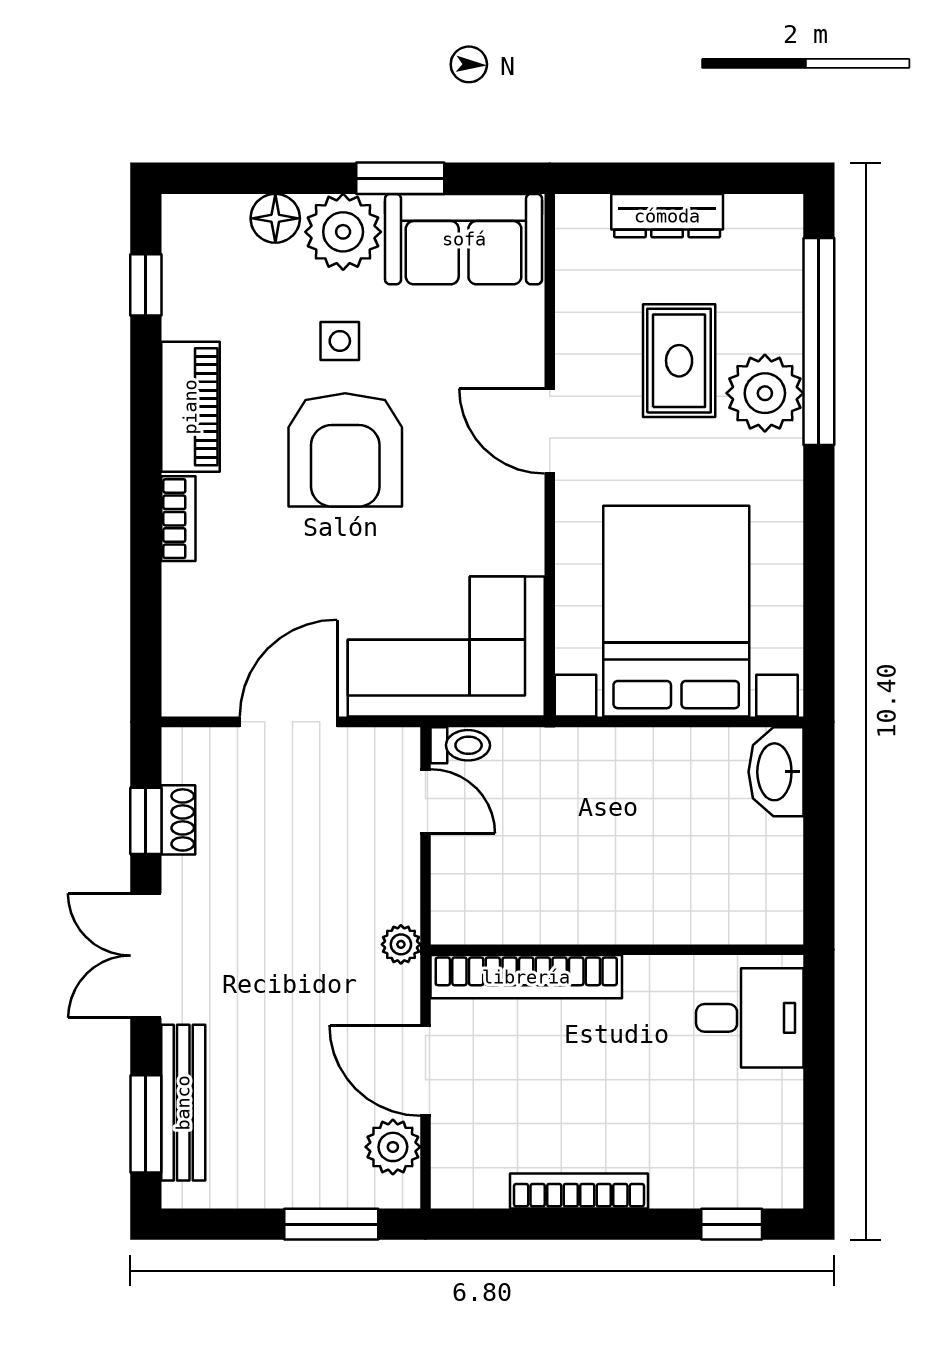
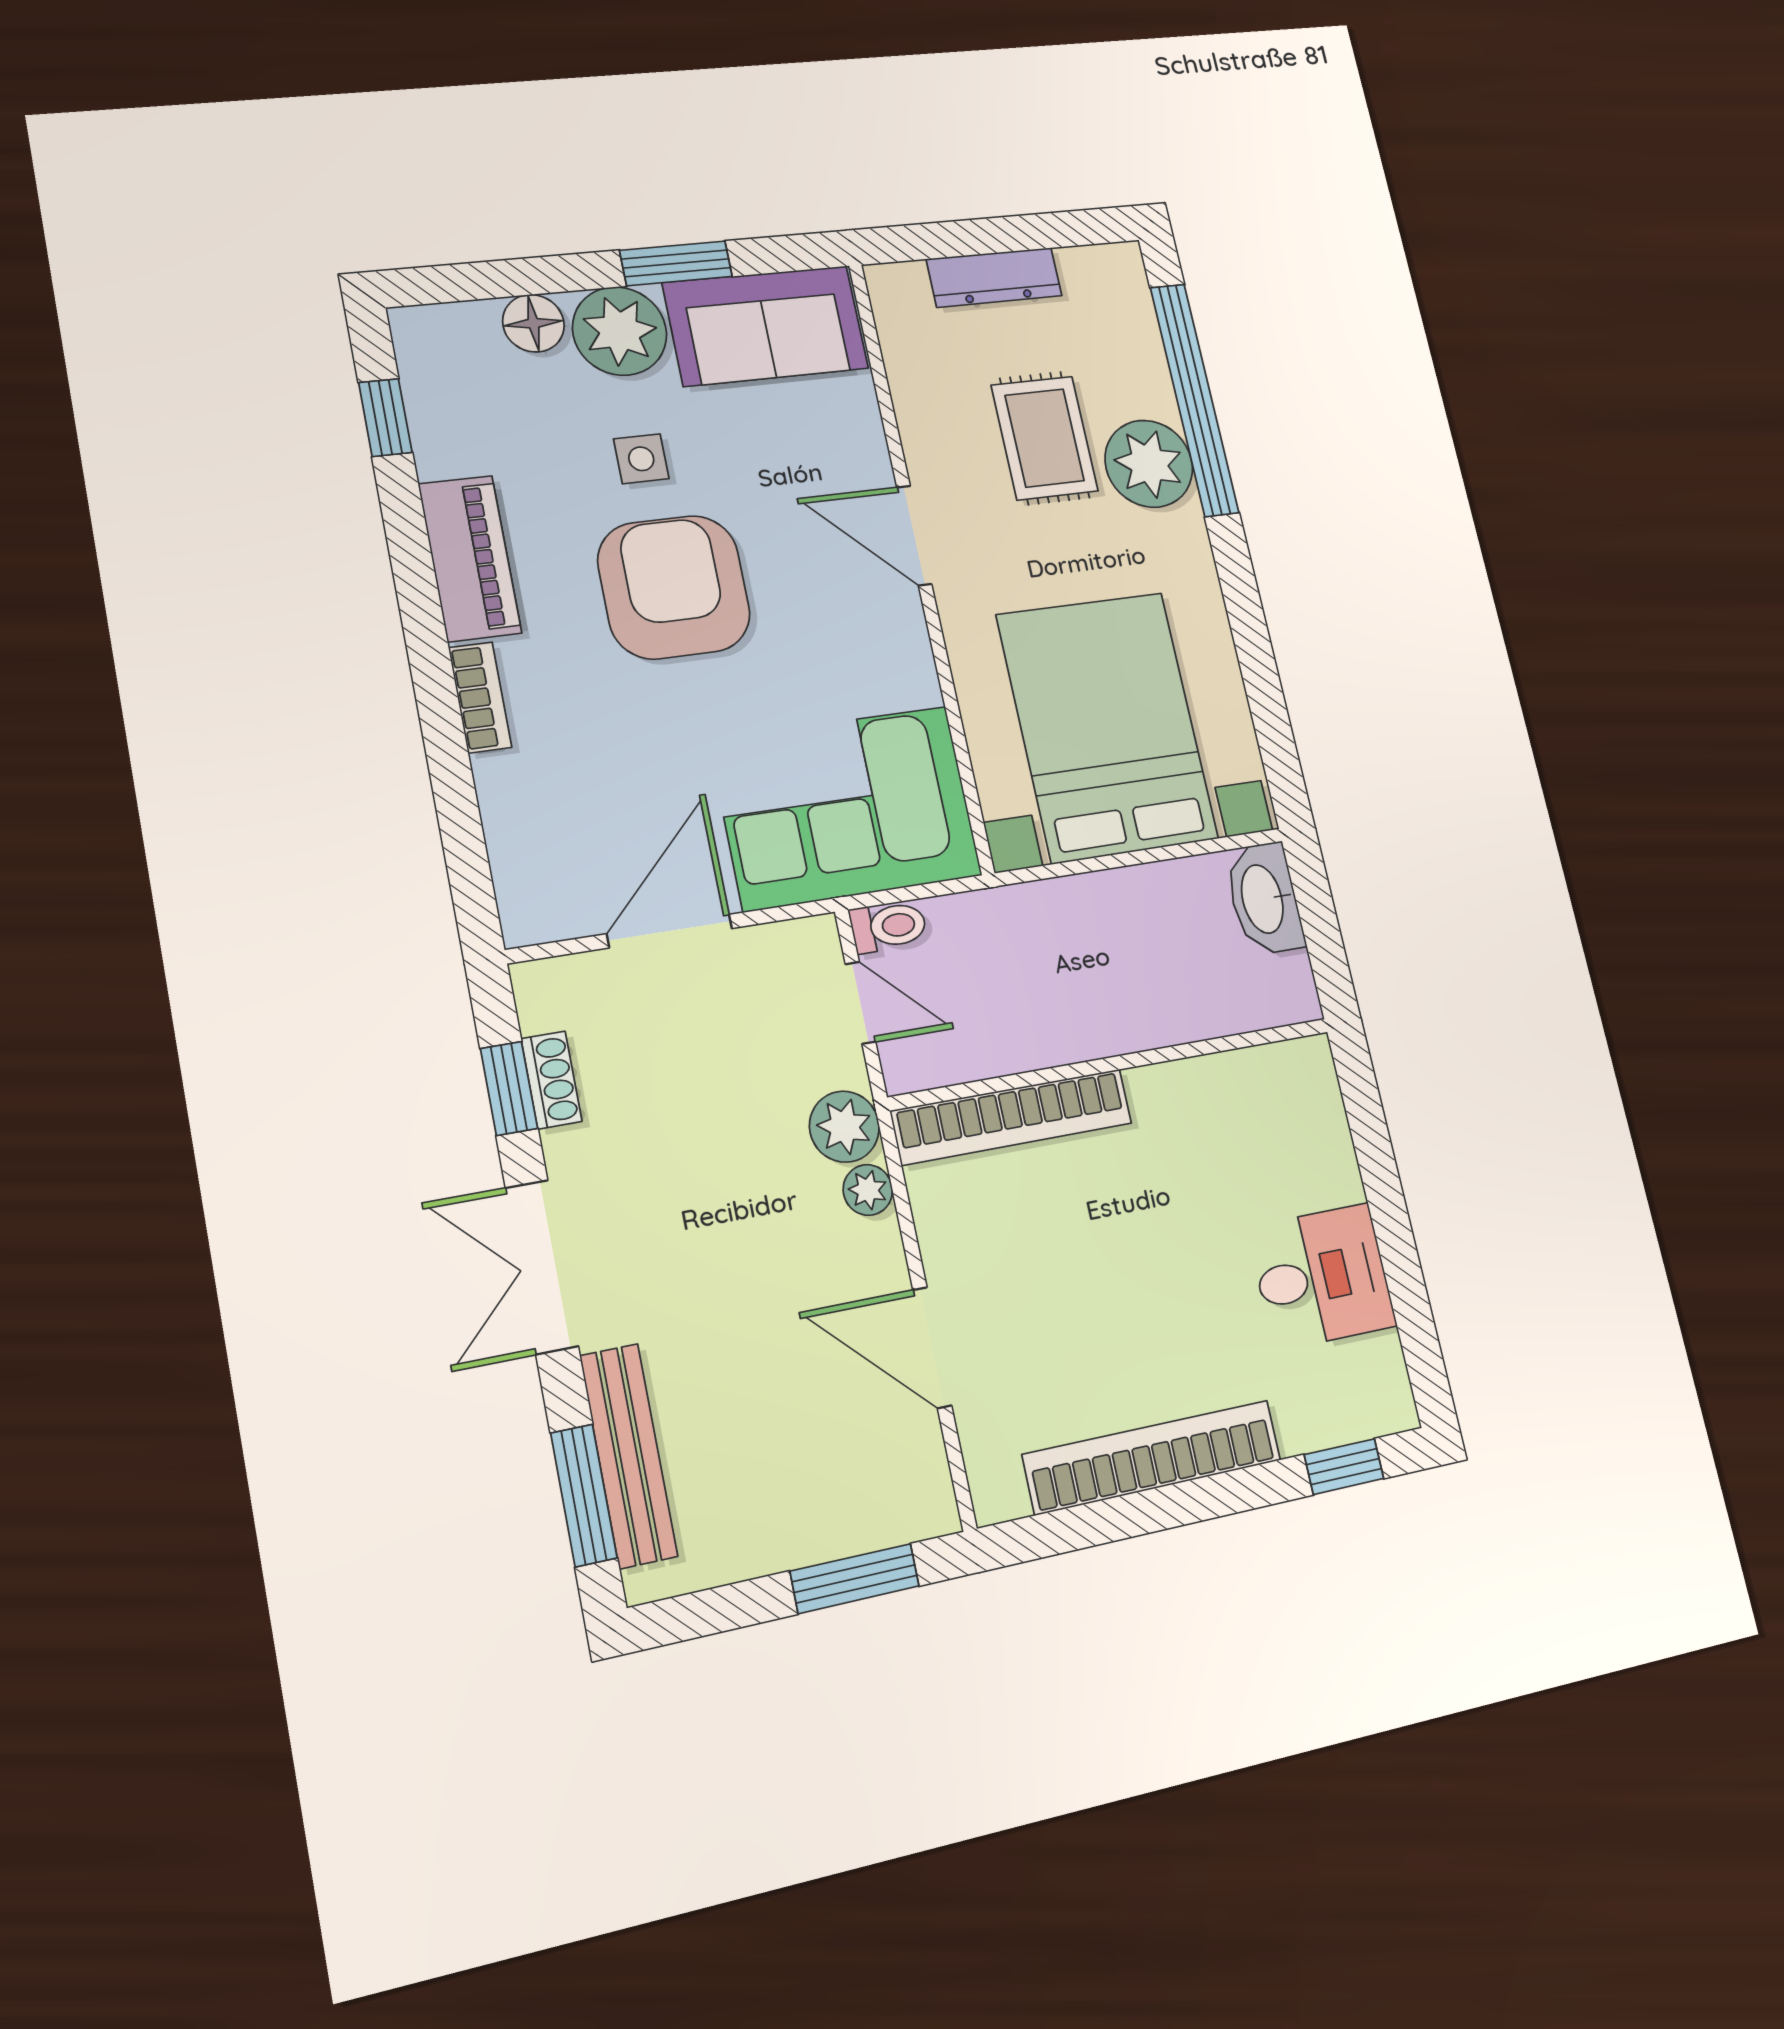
armchair: (345, 450) -> (674, 587), turned 180
wall: (617, 950) -> (1112, 1064), moved
bookcase: (526, 977) -> (1012, 1117), moved
desk: (750, 1018) -> (1322, 1277), moved
plant: (393, 1147) -> (844, 1127), moved
bookcase: (579, 1191) -> (1152, 1457), width x1.48, depth x1.31

